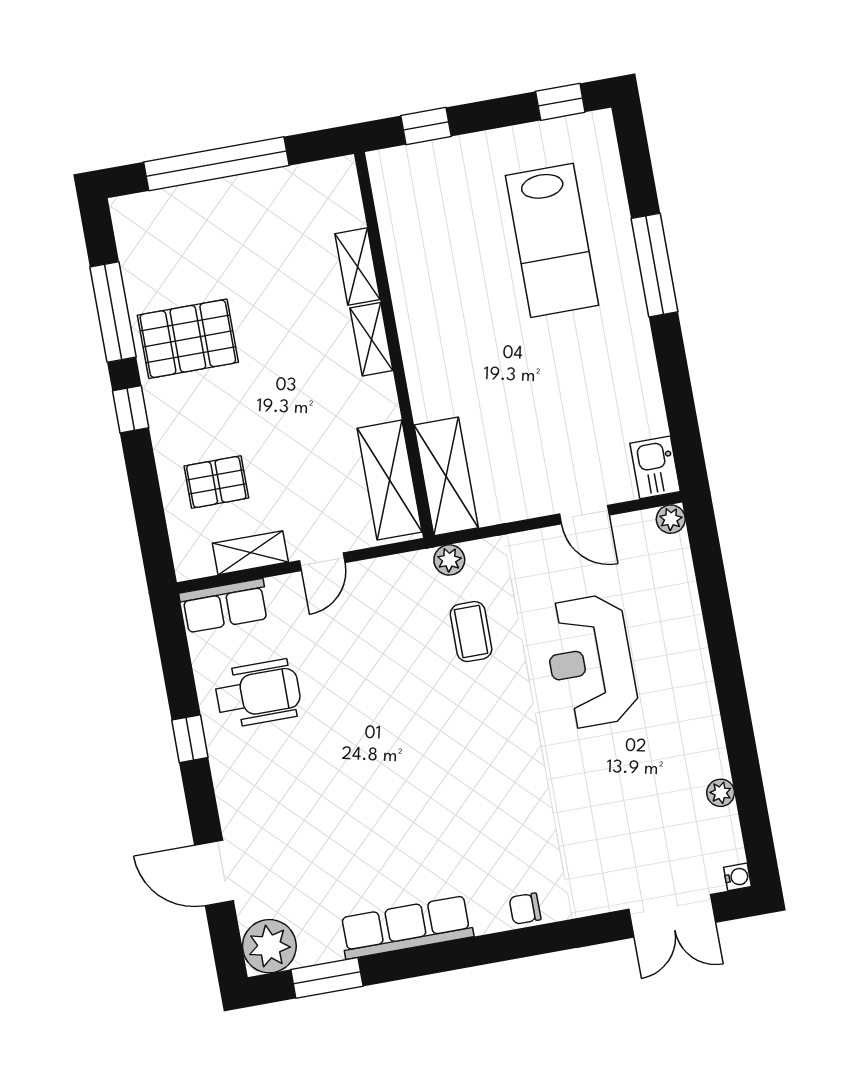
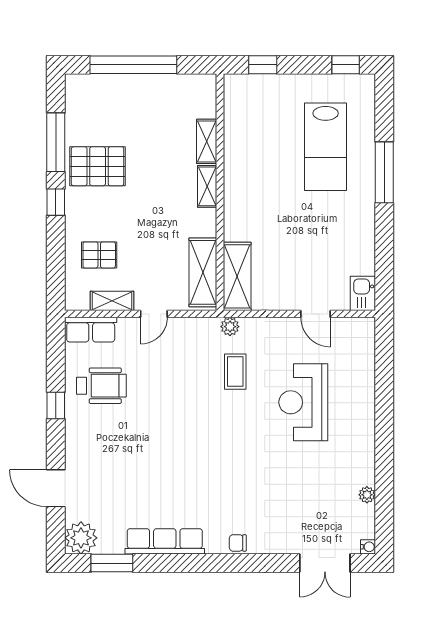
plant: (671, 519) -> (367, 326), removed

